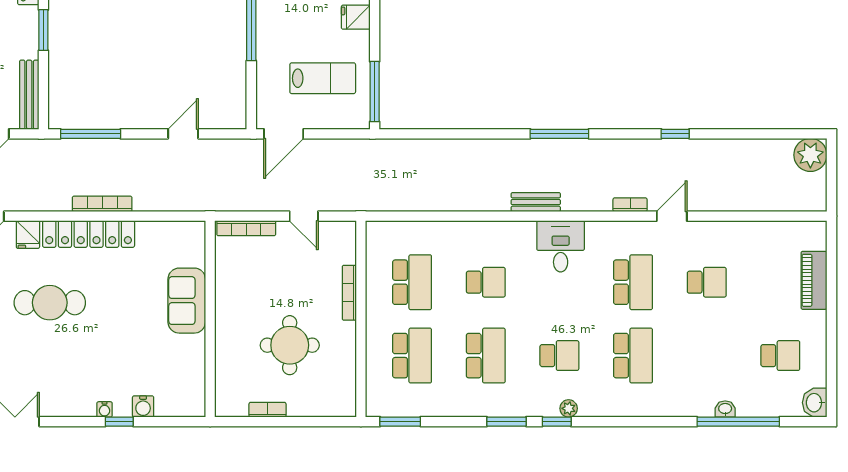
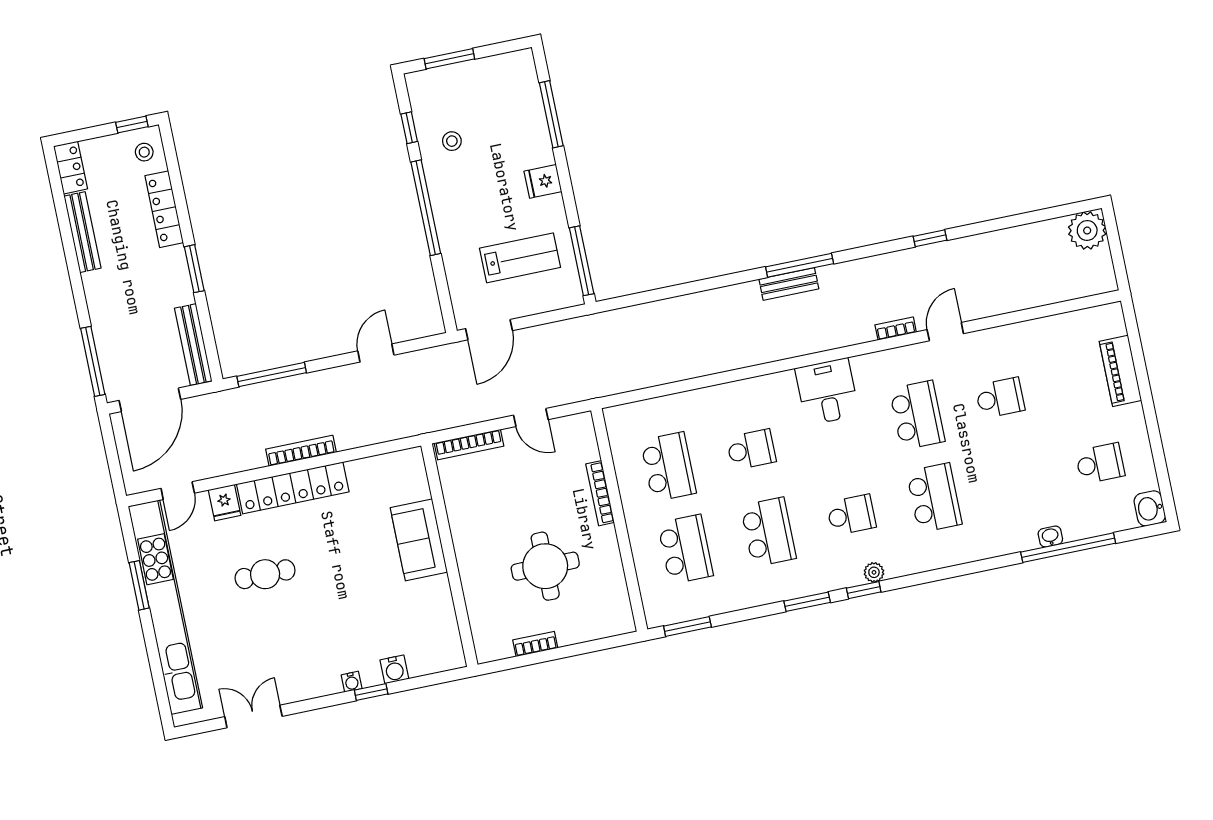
bench: (536, 202) -> (789, 284), moved
cafe table: (50, 303) -> (265, 574), width x0.73, depth x0.74

